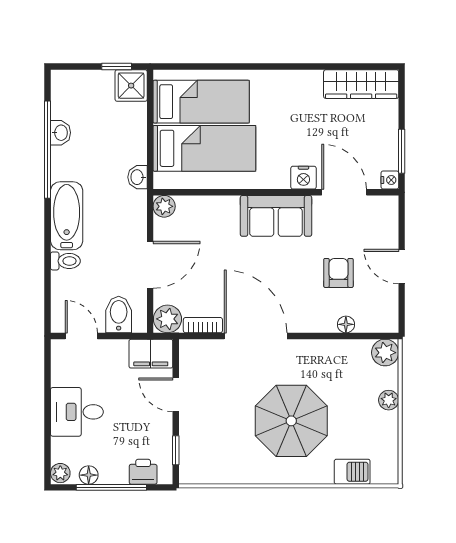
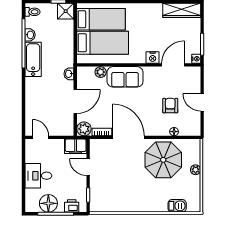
washbasin: (138, 177) -> (69, 74), moved
door: (344, 192) -> (173, 65), hinge flipped
plant: (164, 206) -> (101, 72), moved
bathtub: (67, 216) -> (33, 59), moved
sofa: (276, 216) -> (125, 77), moved
toilet: (65, 261) -> (33, 12), moved
bidet: (119, 314) -> (59, 127), removed
plant: (385, 353) -> (194, 146), removed
parasol: (291, 421) -> (163, 160), moved
plant: (60, 473) -> (30, 207), removed
floor lamp: (89, 475) -> (48, 203), width x1.89, depth x1.89

